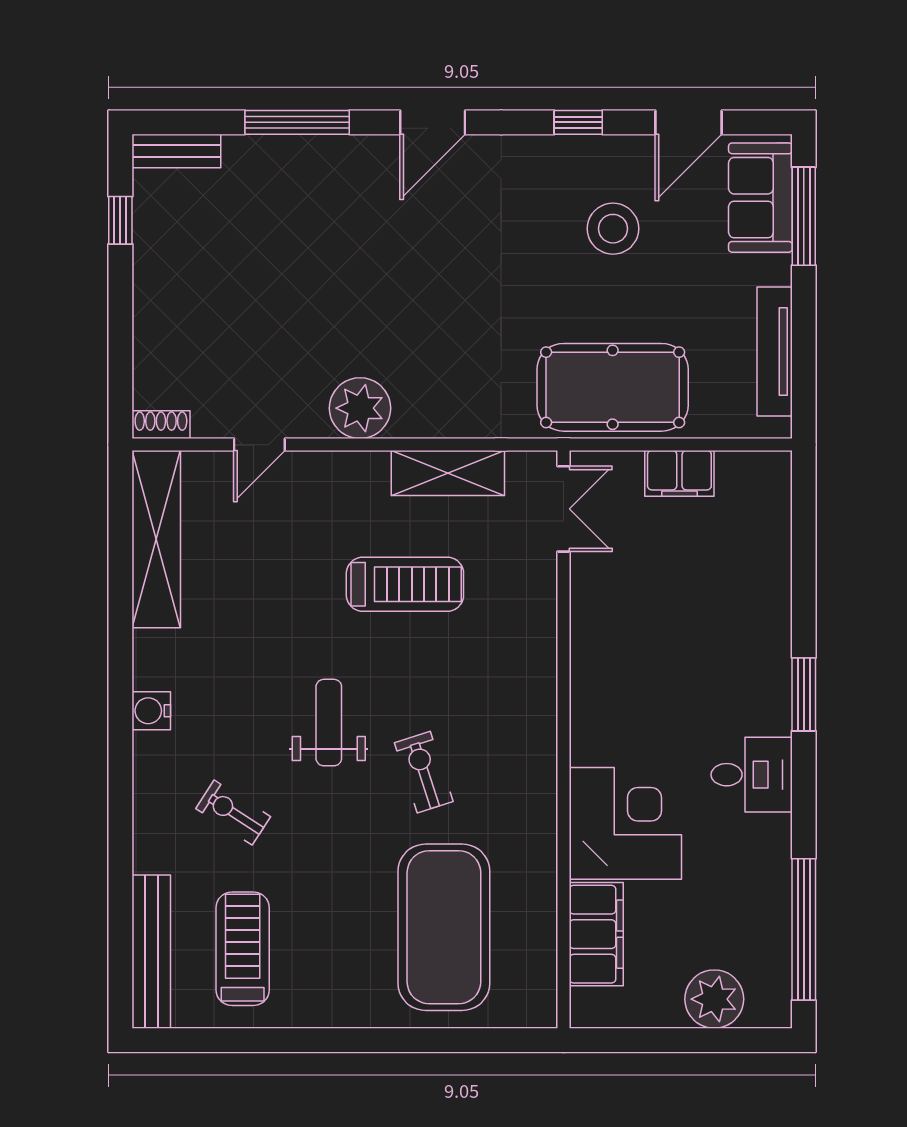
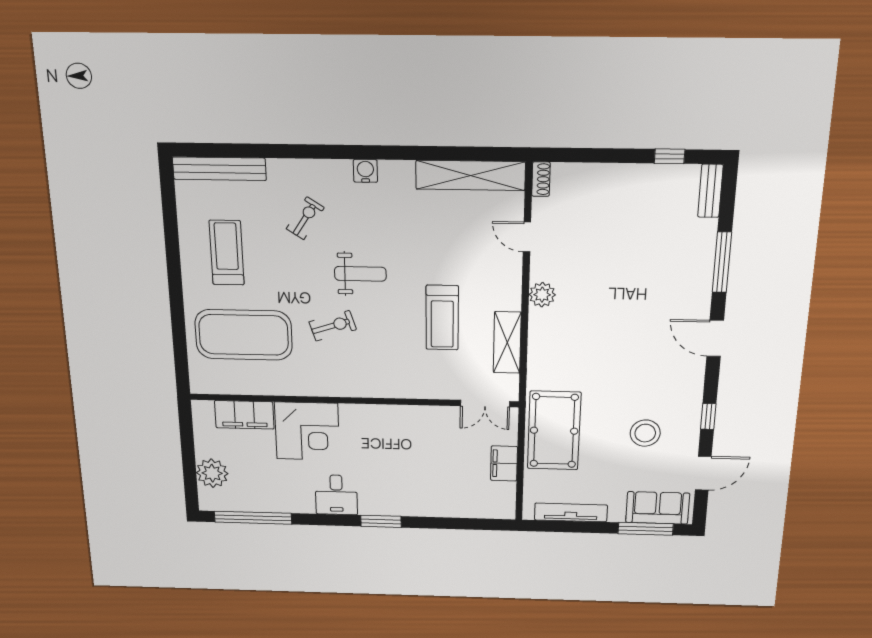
door: (688, 122) -> (703, 473), swing flipped
plant: (360, 408) -> (542, 295), width x0.73, depth x0.73
treadmill: (243, 949) -> (227, 253), moved, turned -90

